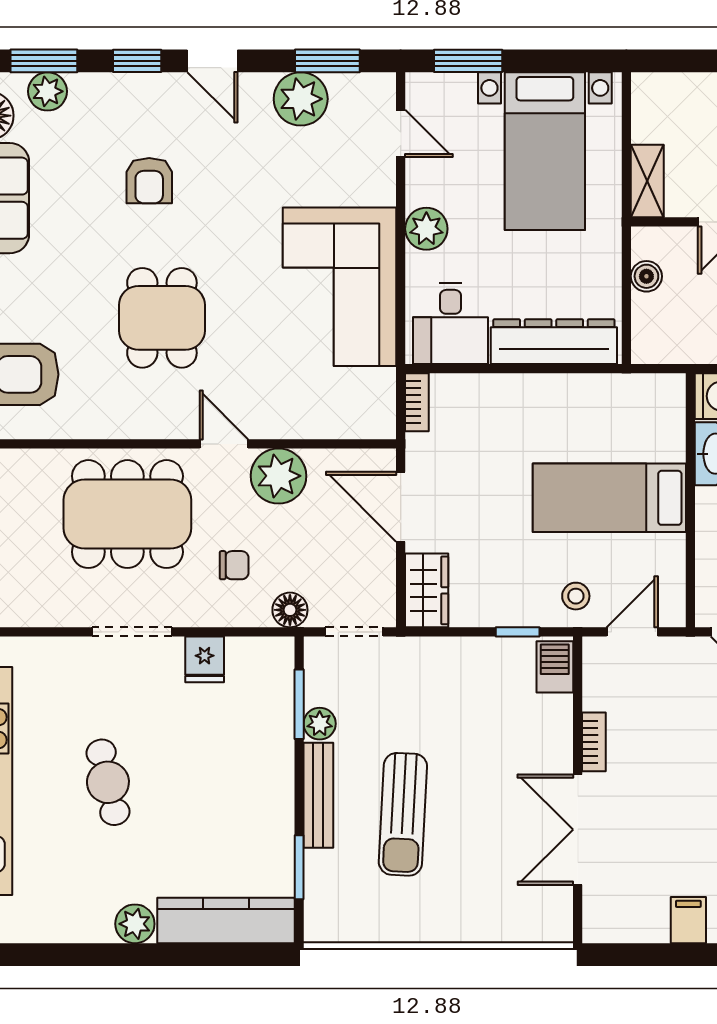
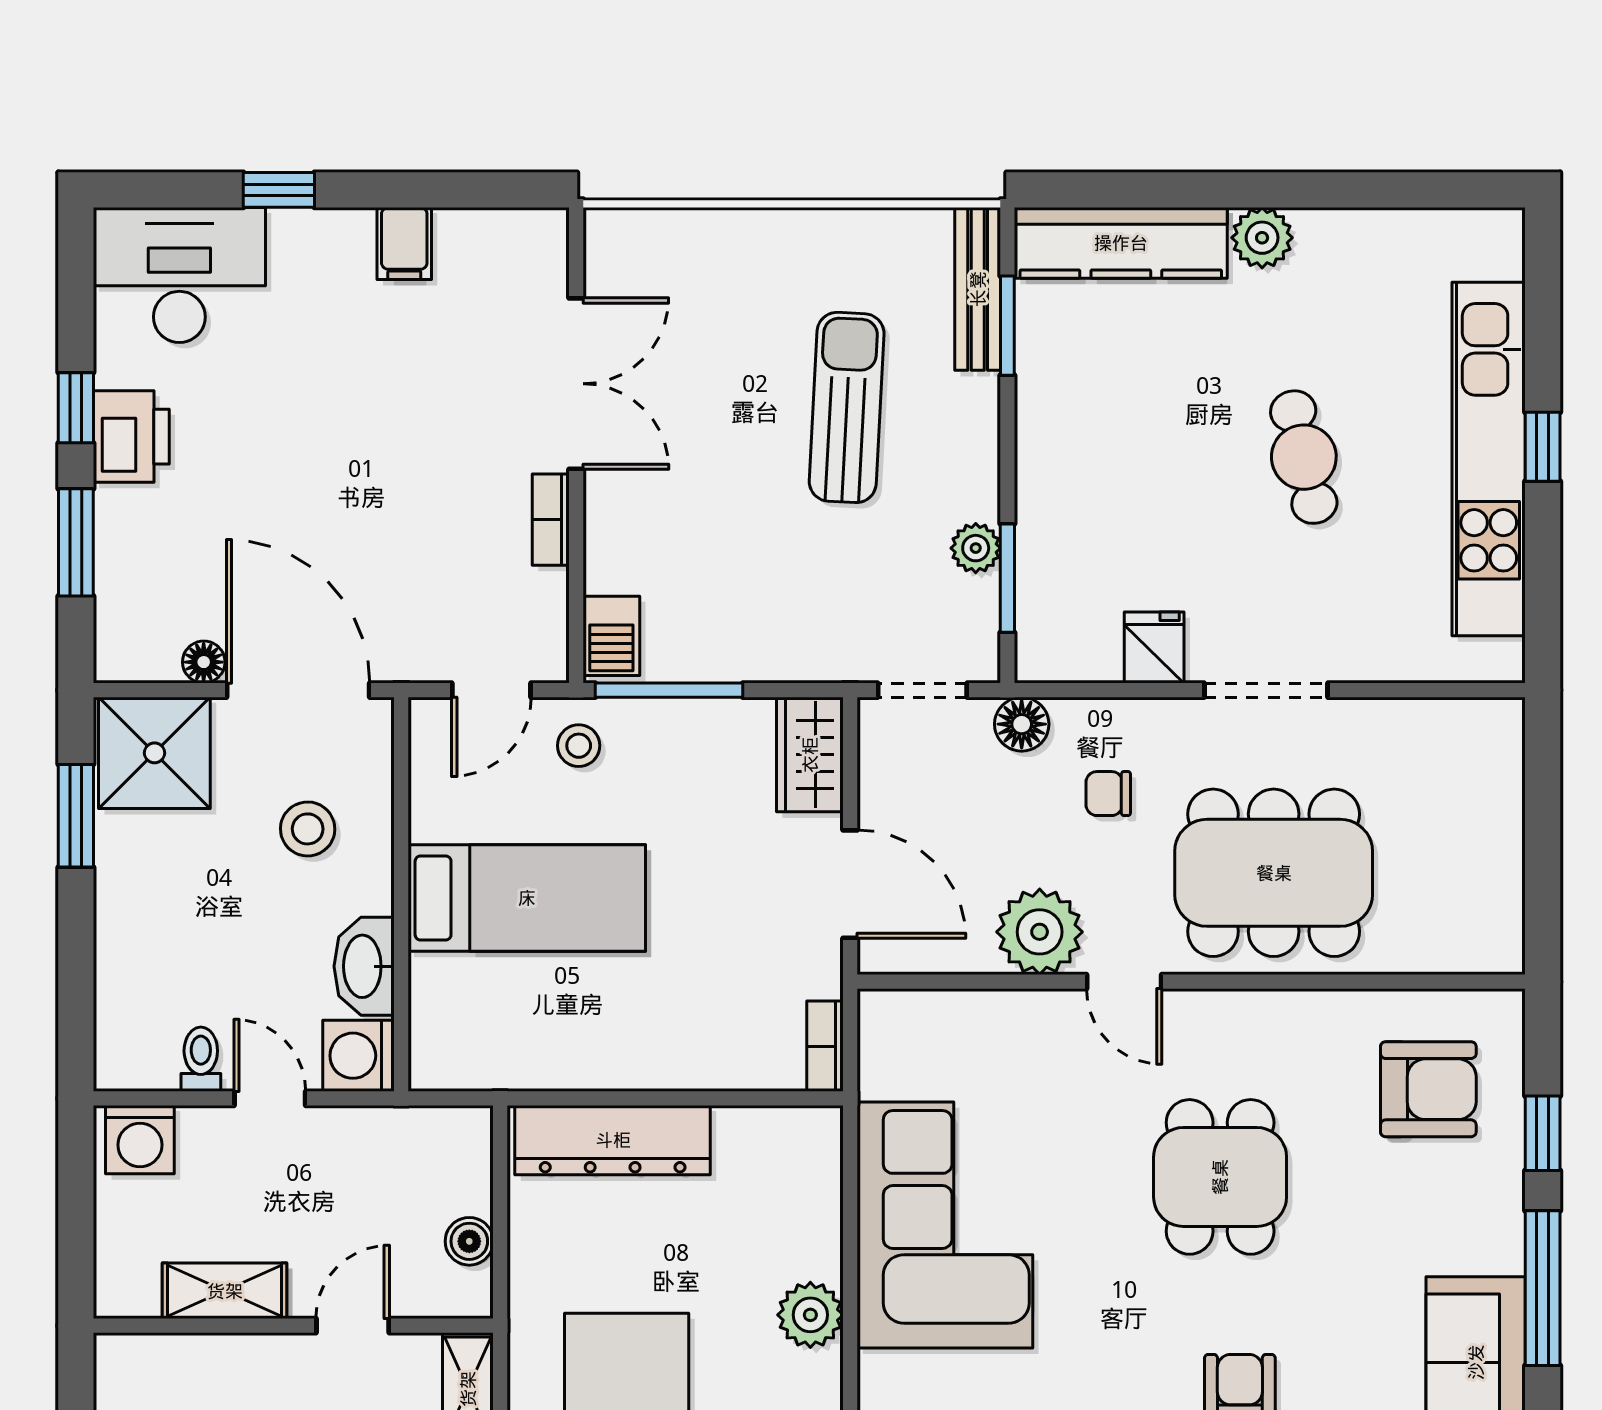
desk: (450, 324) -> (773, 1168), removed
window: (518, 632) -> (669, 690), width x2.17
bench: (318, 795) -> (978, 289), moved

